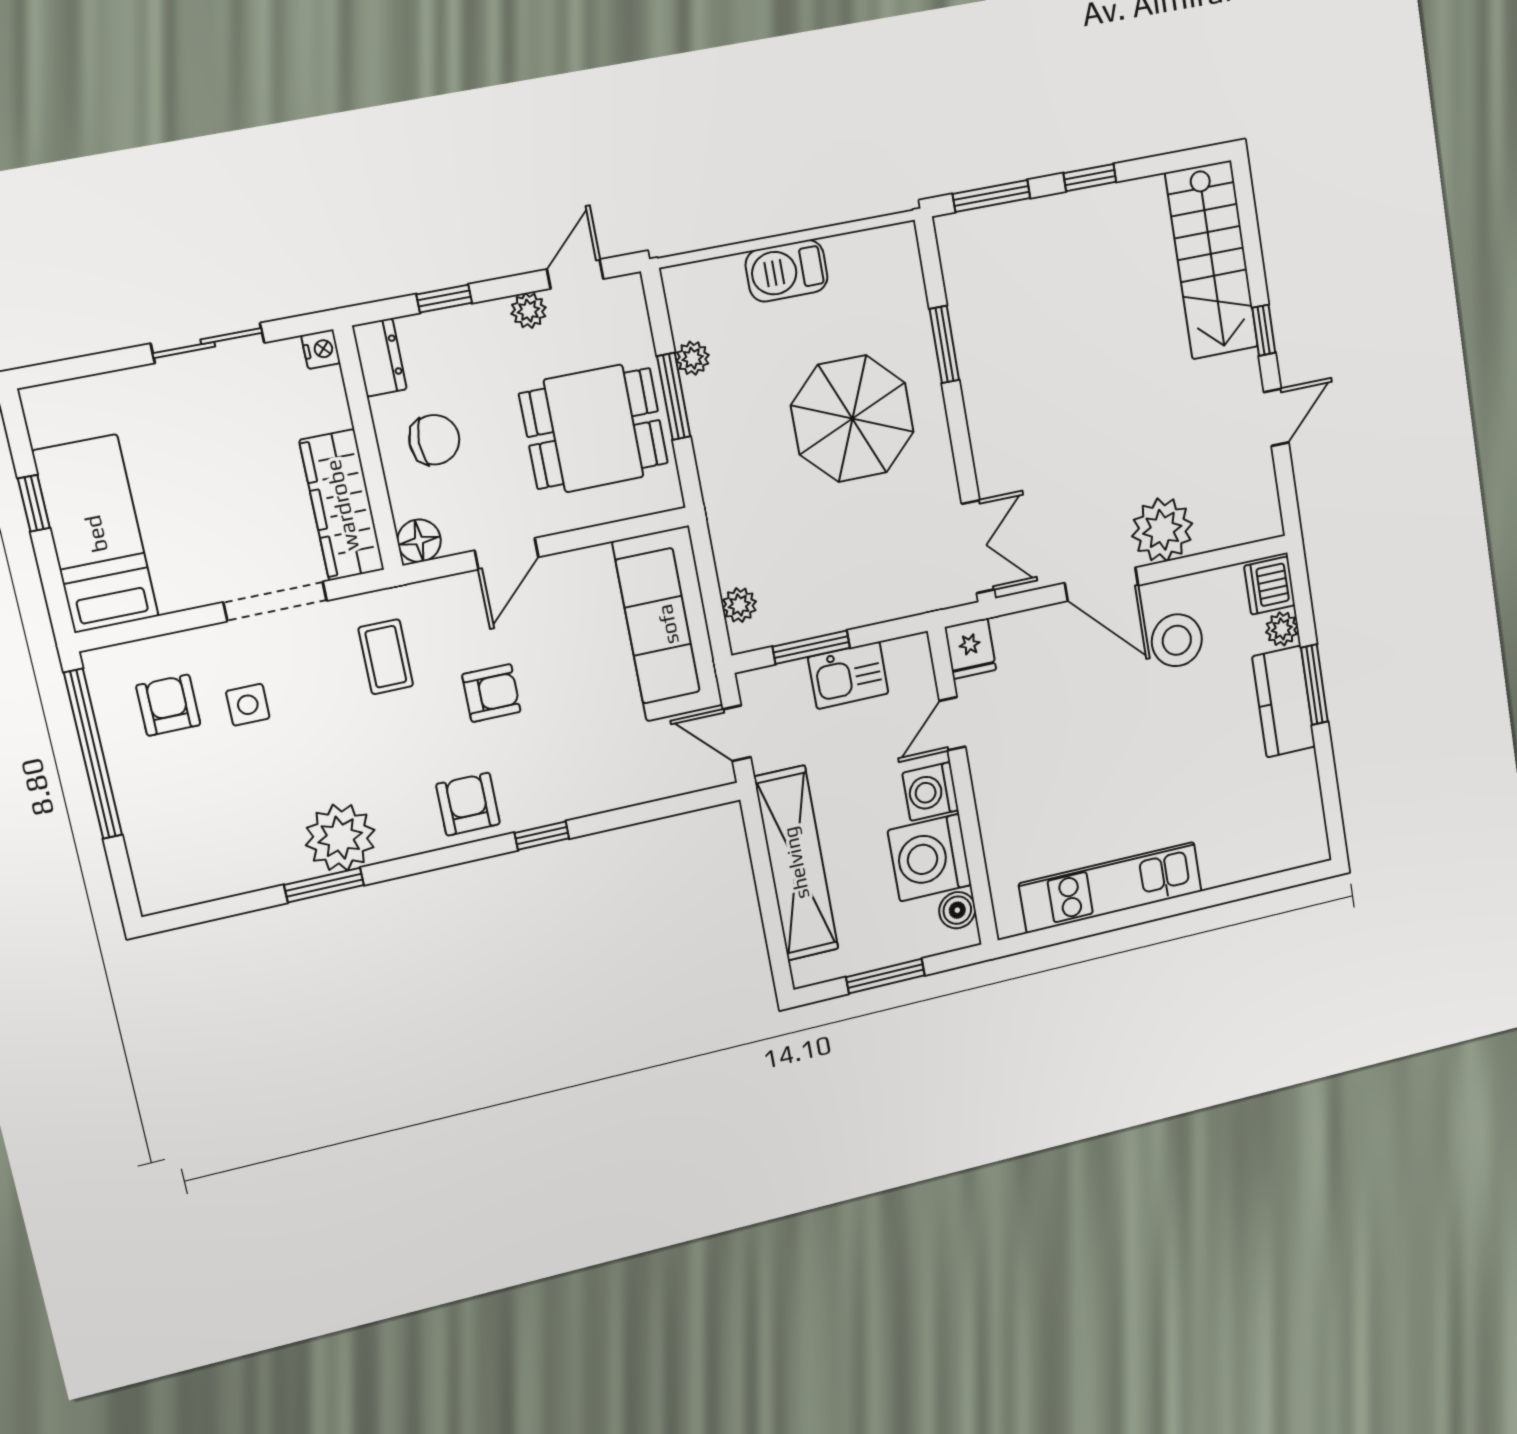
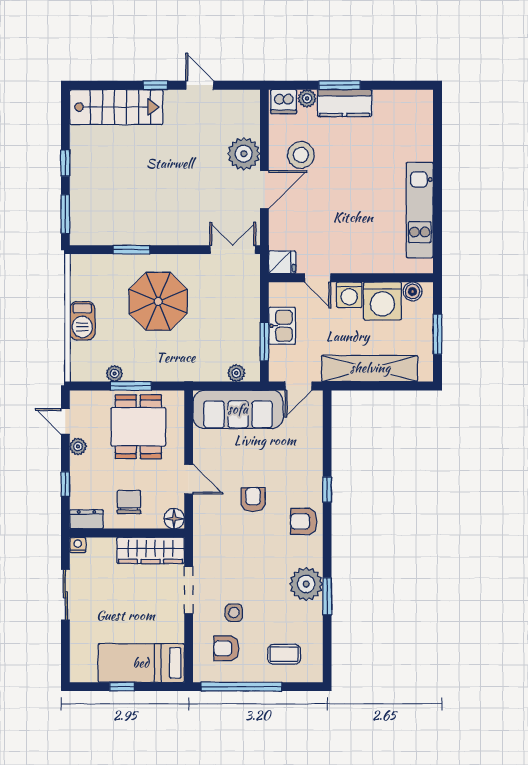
coffee table: (386, 657) -> (284, 654), moved

